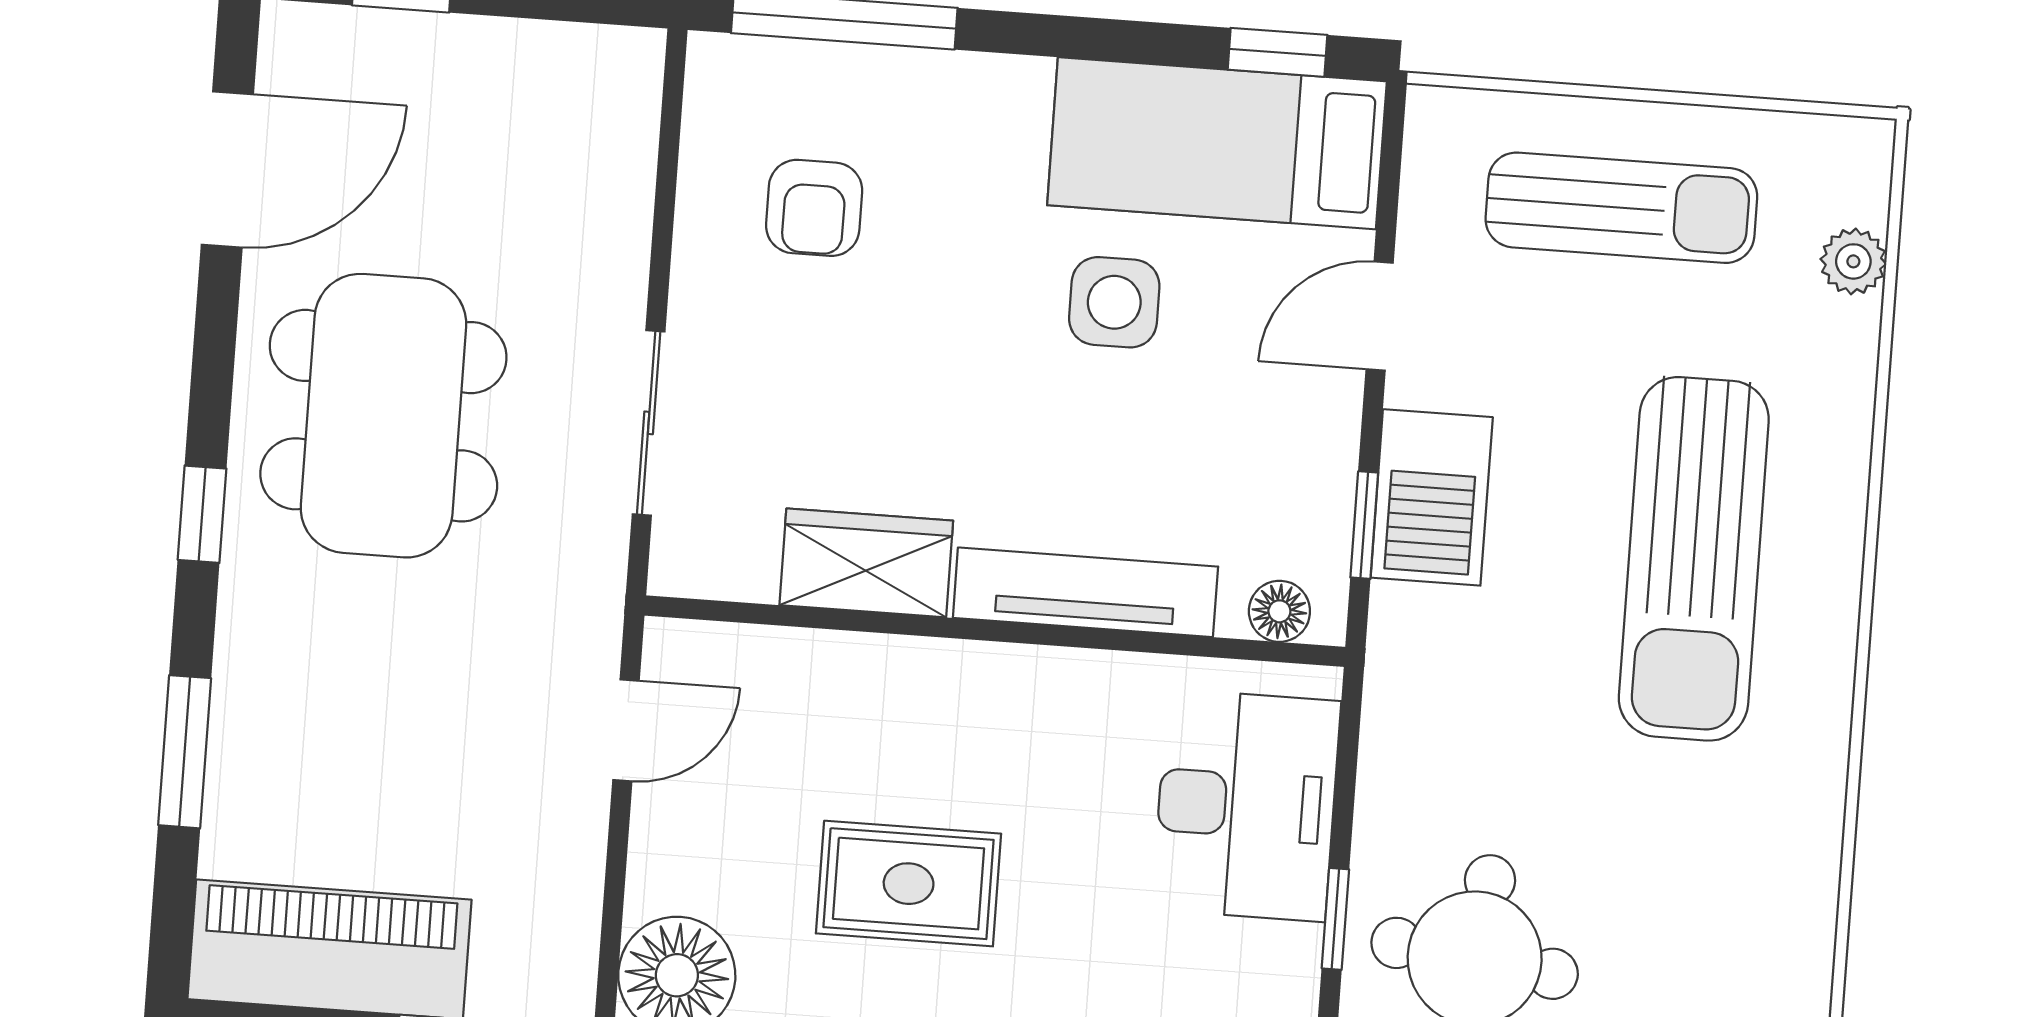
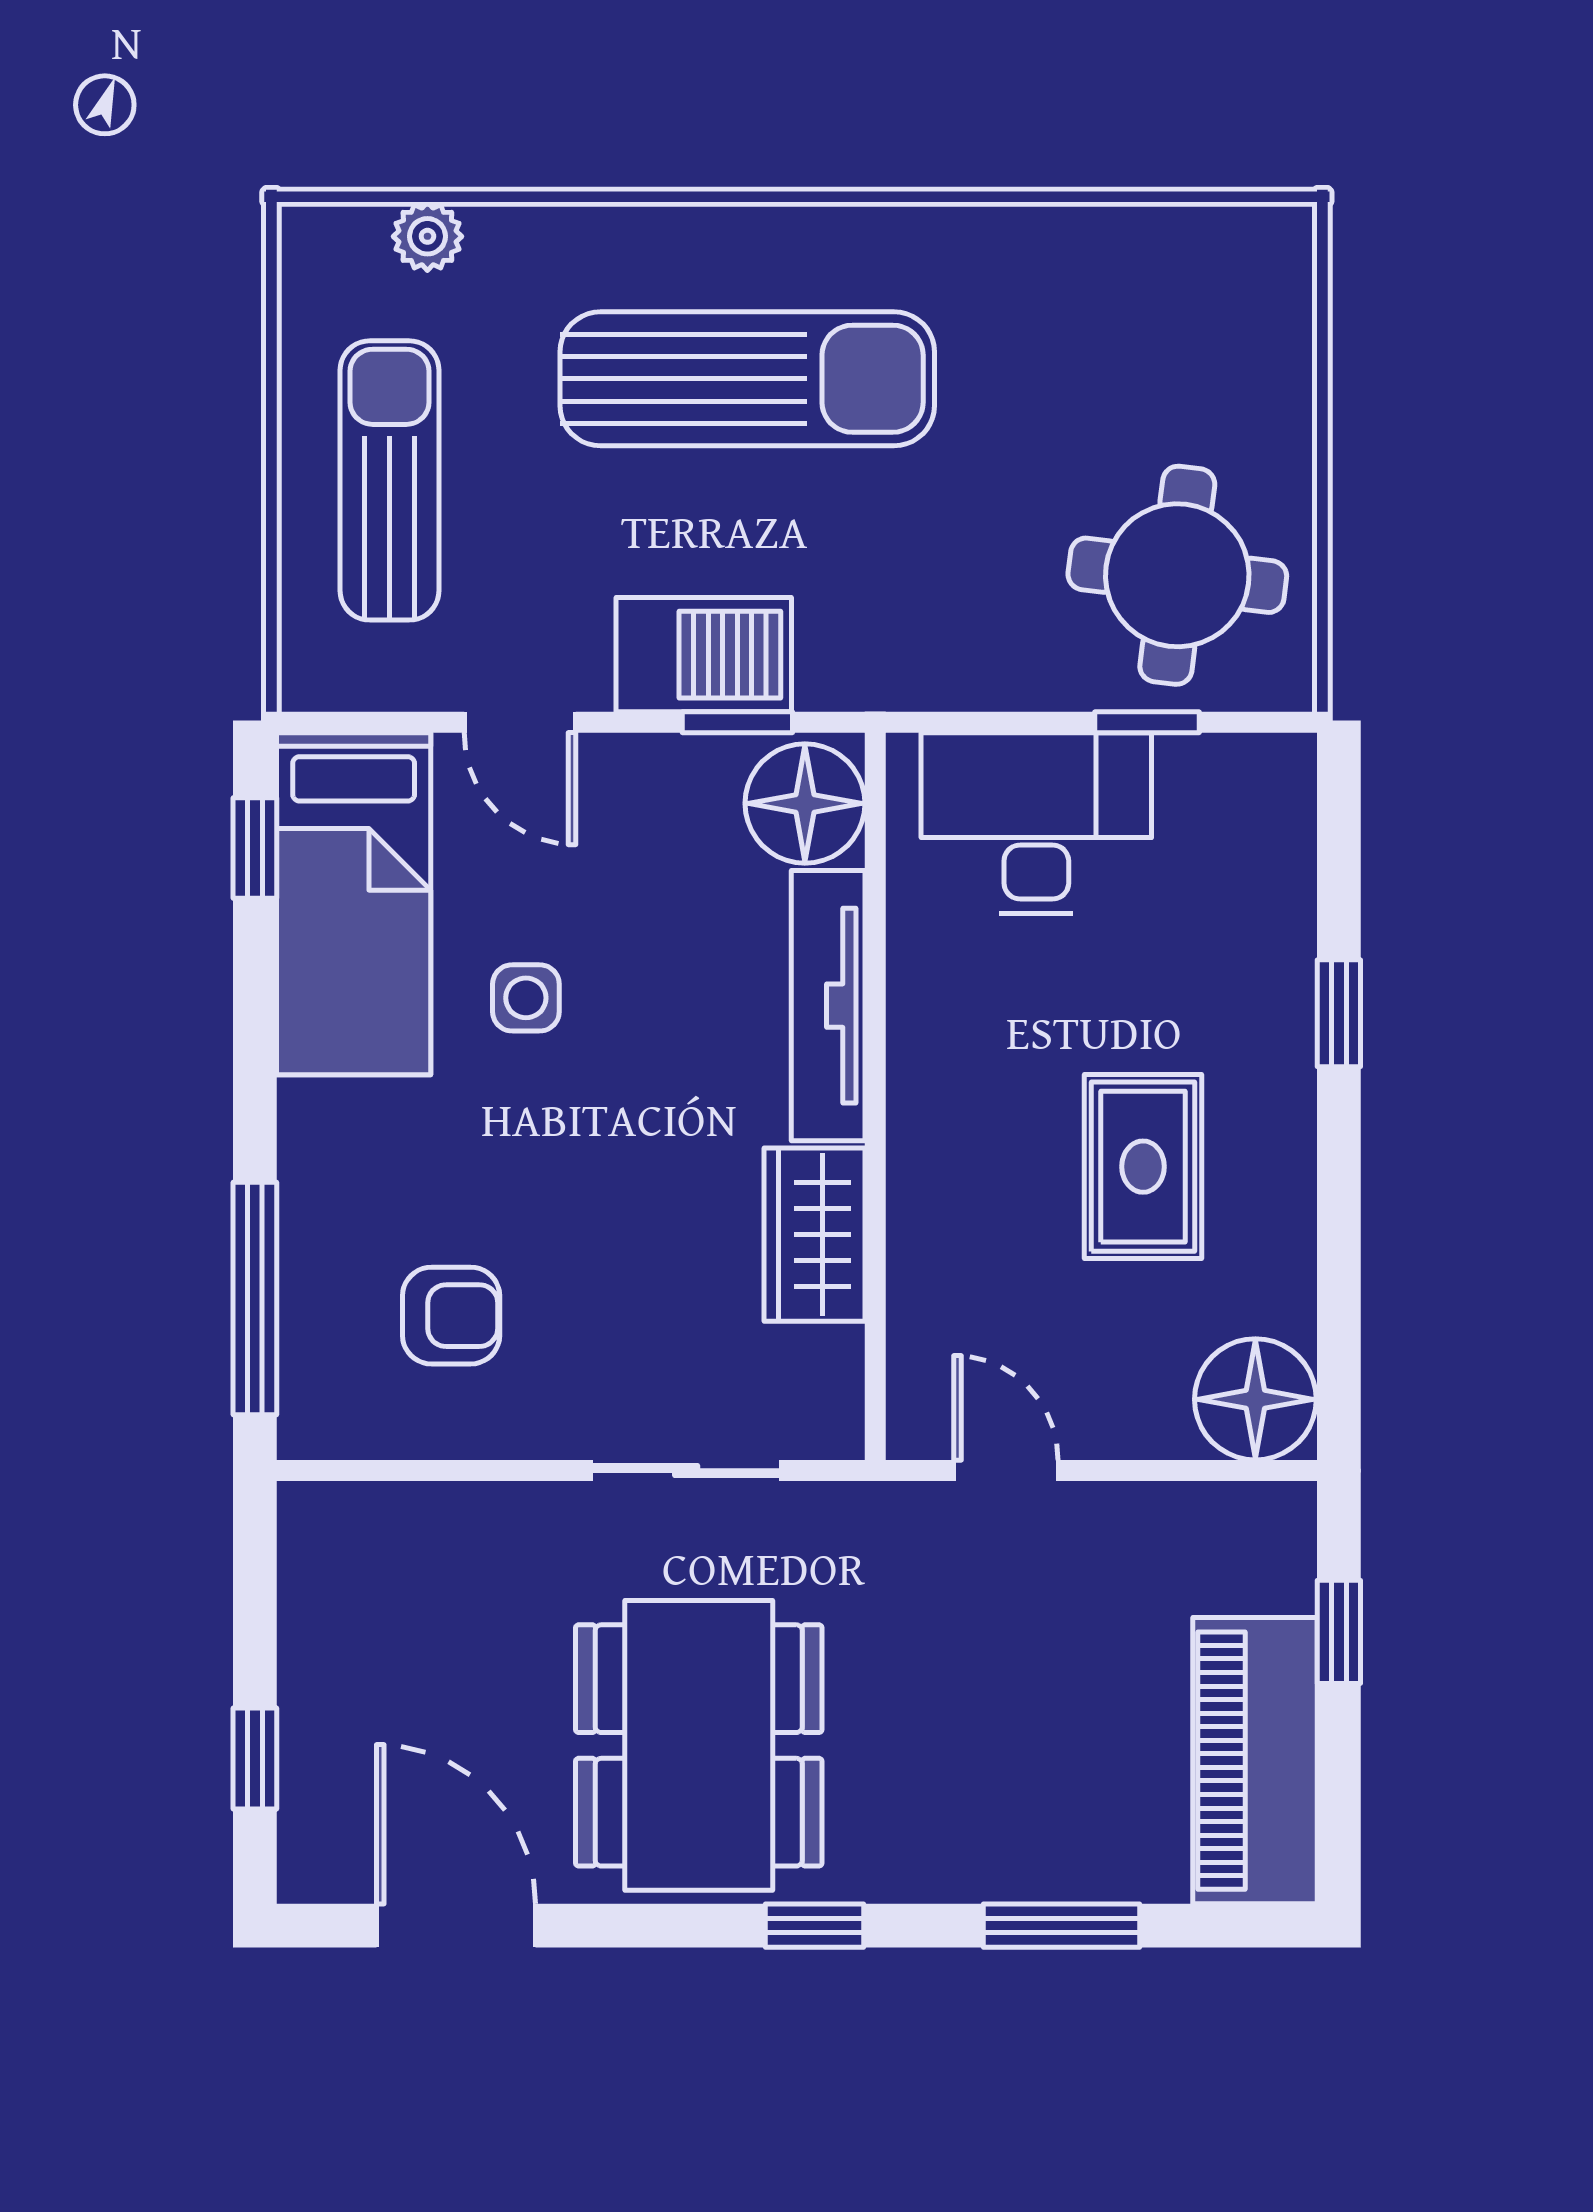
side table: (1114, 302) -> (526, 998), width x0.73, depth x0.73
dining table: (383, 416) -> (699, 1745), turned 90
floor lamp: (1279, 611) -> (805, 803), width x1.89, depth x1.89

